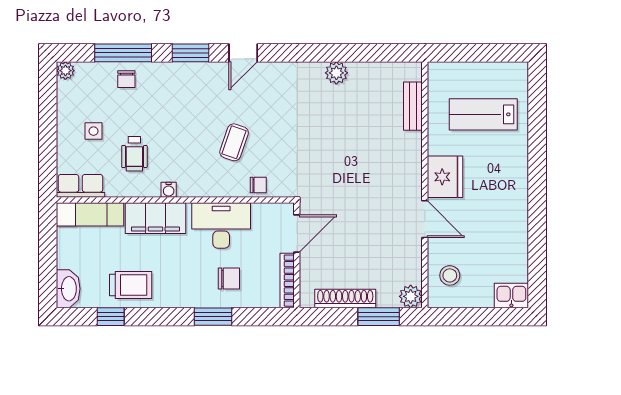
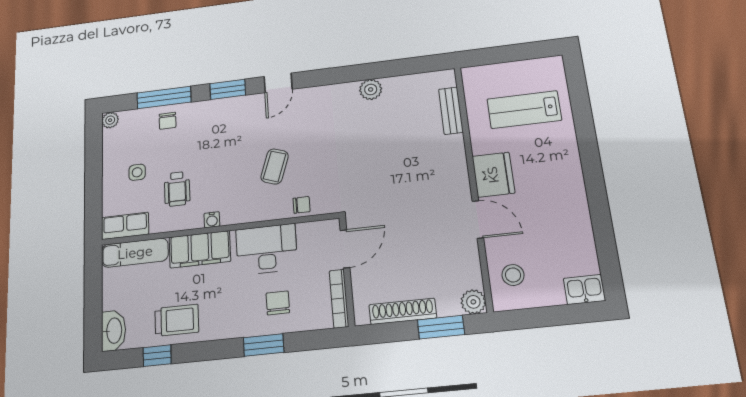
chair: (229, 278) -> (278, 303), turned -90

